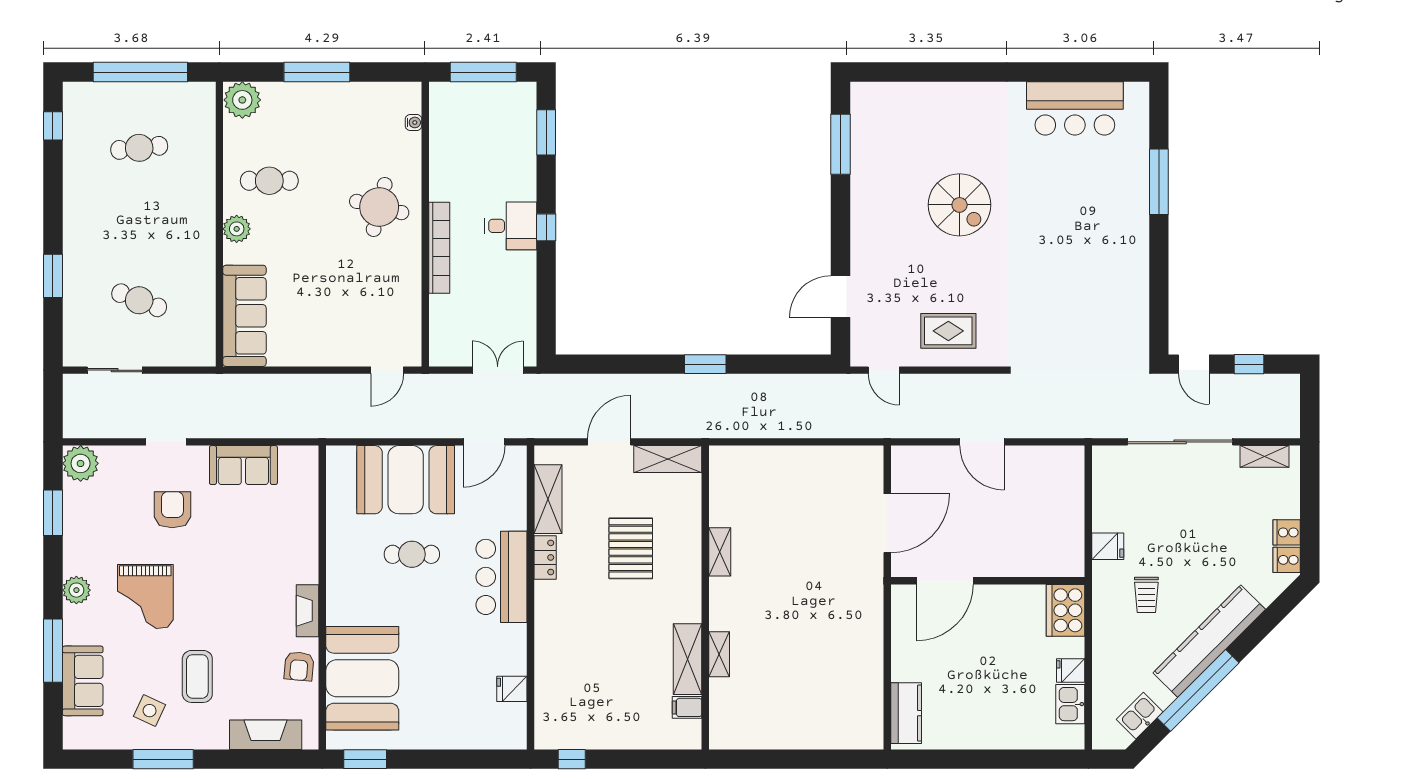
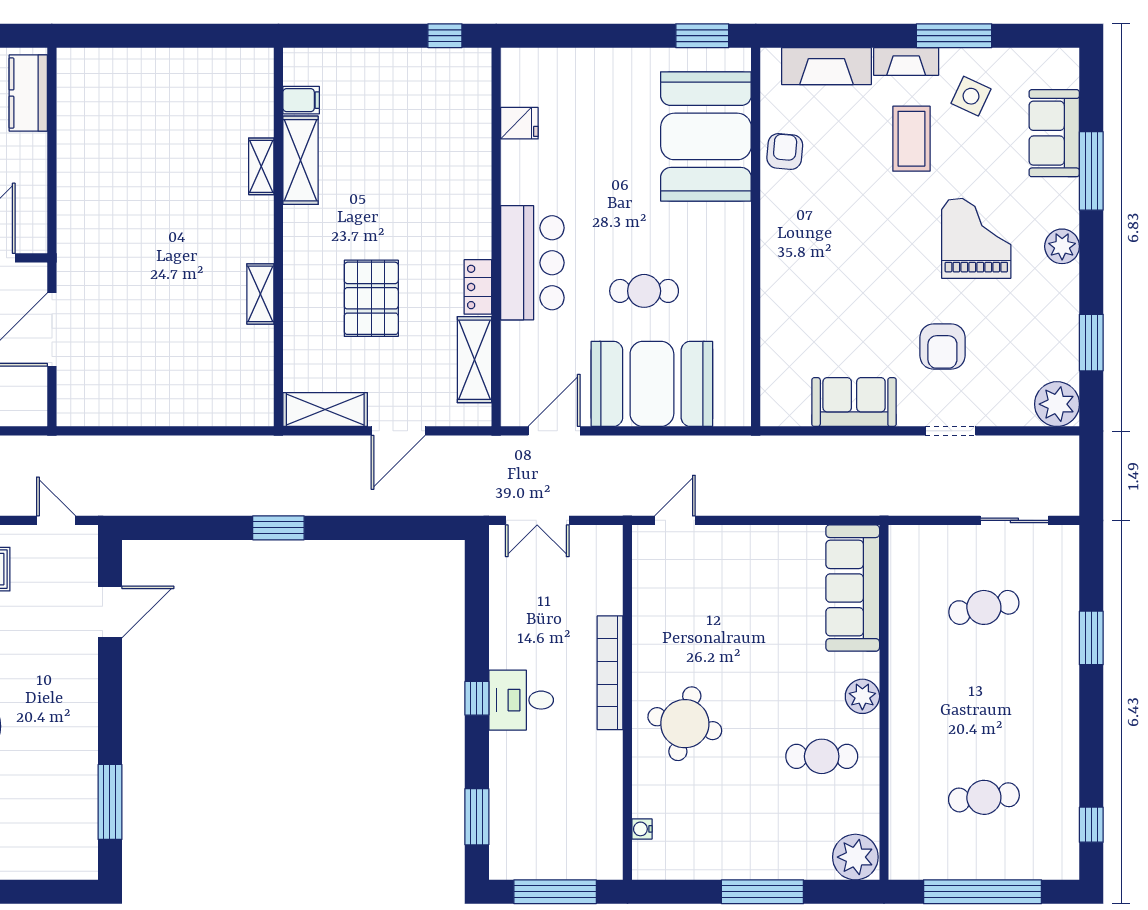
cafe table: (139, 300) -> (984, 607), turned -33
fireplace: (308, 611) -> (906, 62), moved, turned 90

